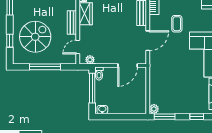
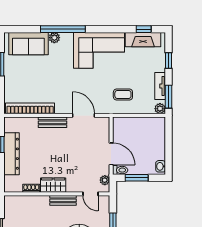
coffee table: (177, 24) -> (123, 95), moved
door: (128, 65) -> (111, 154), moved
window: (92, 88) -> (137, 178), width x0.69
tv unit: (174, 109) -> (160, 86), added

